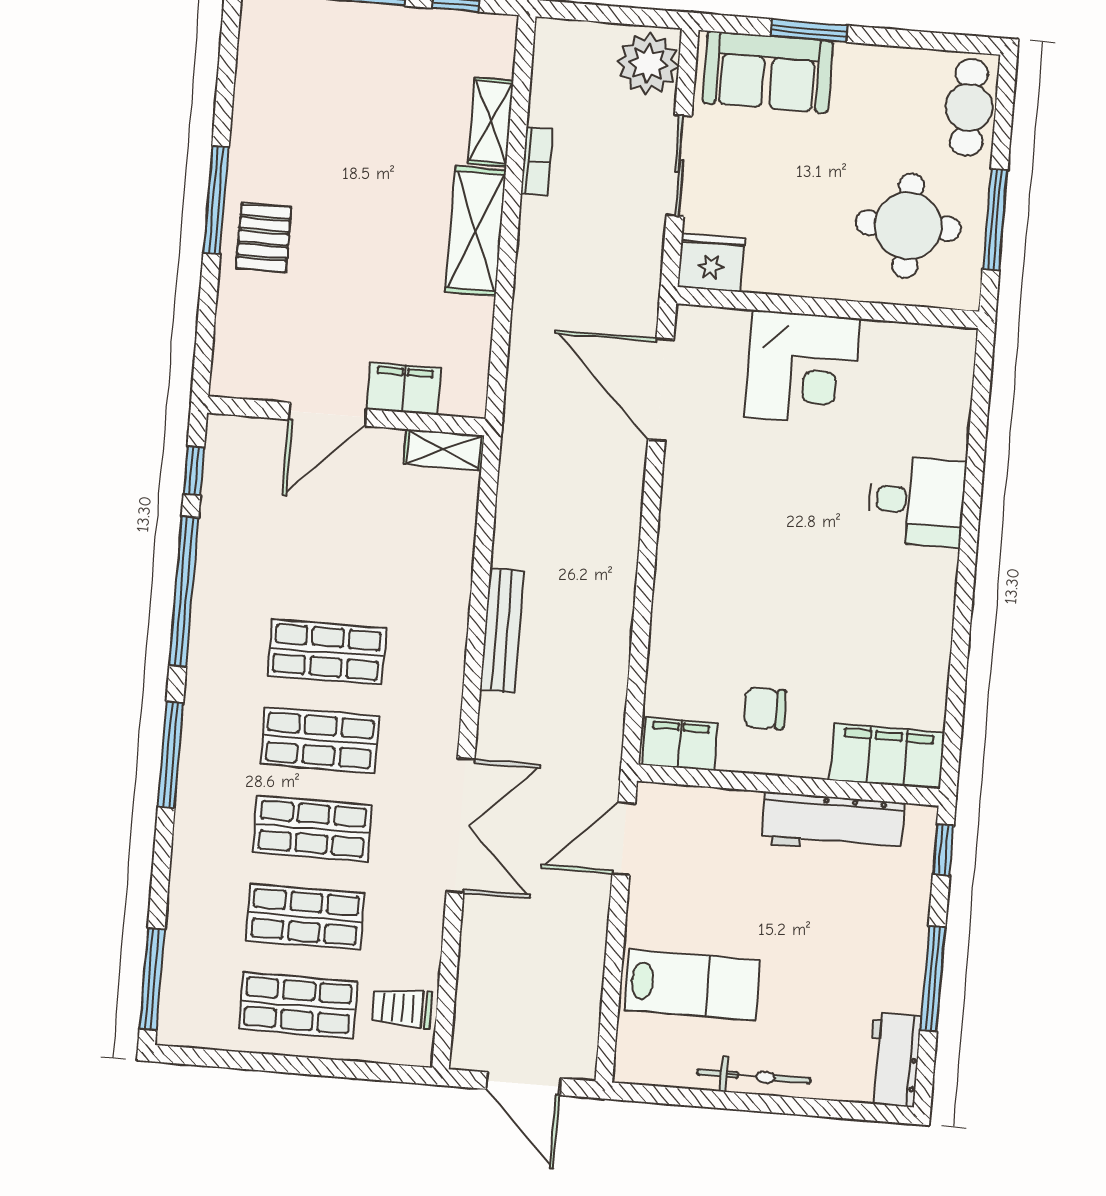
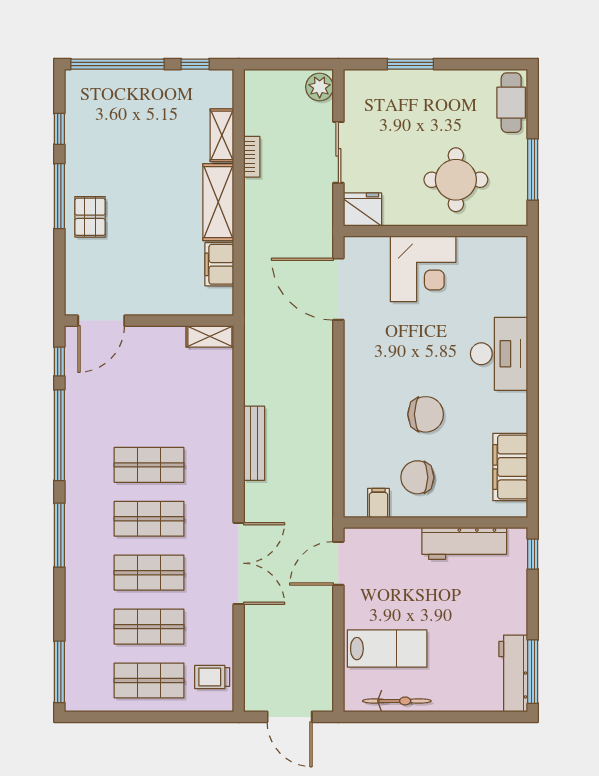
plant: (648, 64) -> (320, 87), width x0.73, depth x0.73
sofa: (768, 72) -> (387, 91), removed
window: (225, 90) -> (59, 129), added
round table: (908, 226) -> (456, 180), moved
filing cabinet: (404, 389) -> (219, 264), moved, turned -90
door: (327, 414) -> (101, 321), moved
desk: (917, 501) -> (499, 354), width x1.37
chair: (787, 606) -> (426, 414), added
chair: (765, 708) -> (417, 477), width x1.37, depth x1.37
filing cabinet: (680, 744) -> (379, 503), width x0.50
filing cabinet: (887, 756) -> (510, 467), moved, turned -90
window: (933, 979) -> (533, 672), moved
workbench: (894, 1060) -> (513, 673), width x1.38
bicycle: (754, 1076) -> (397, 701), moved

